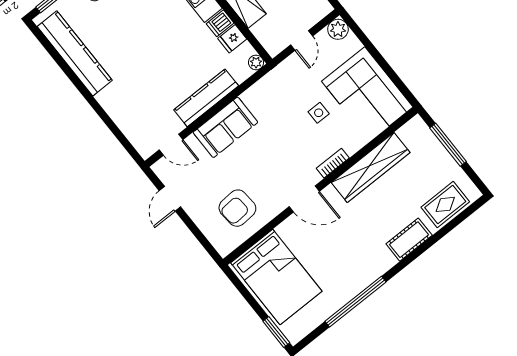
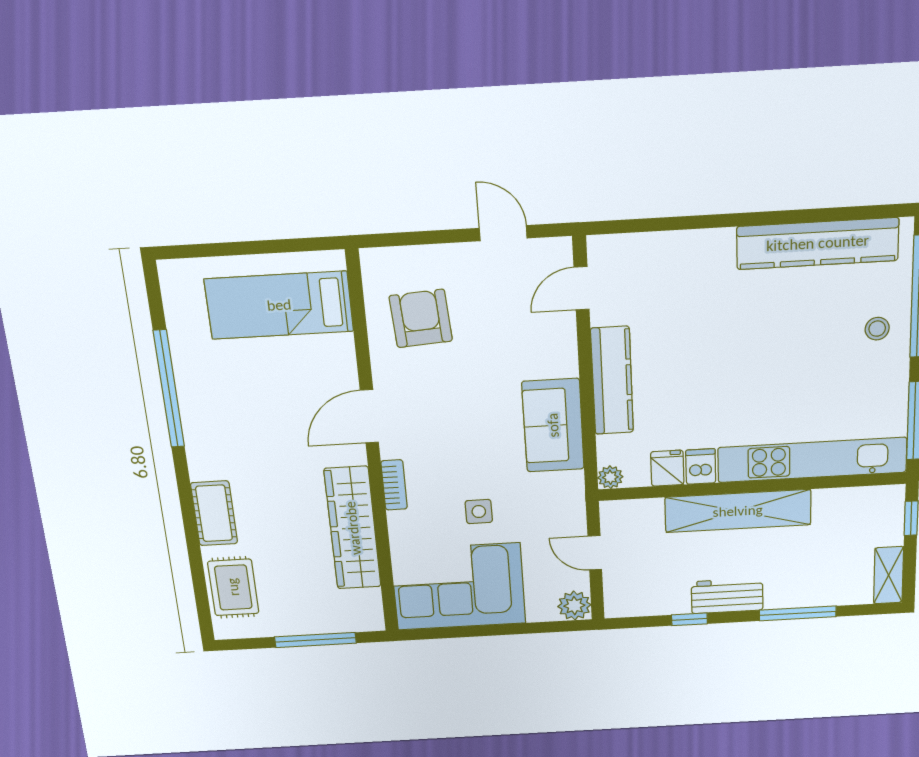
sofa: (225, 127) -> (553, 425), moved
bed: (276, 277) -> (279, 305), width x0.67
window: (276, 332) -> (194, 251), removed

